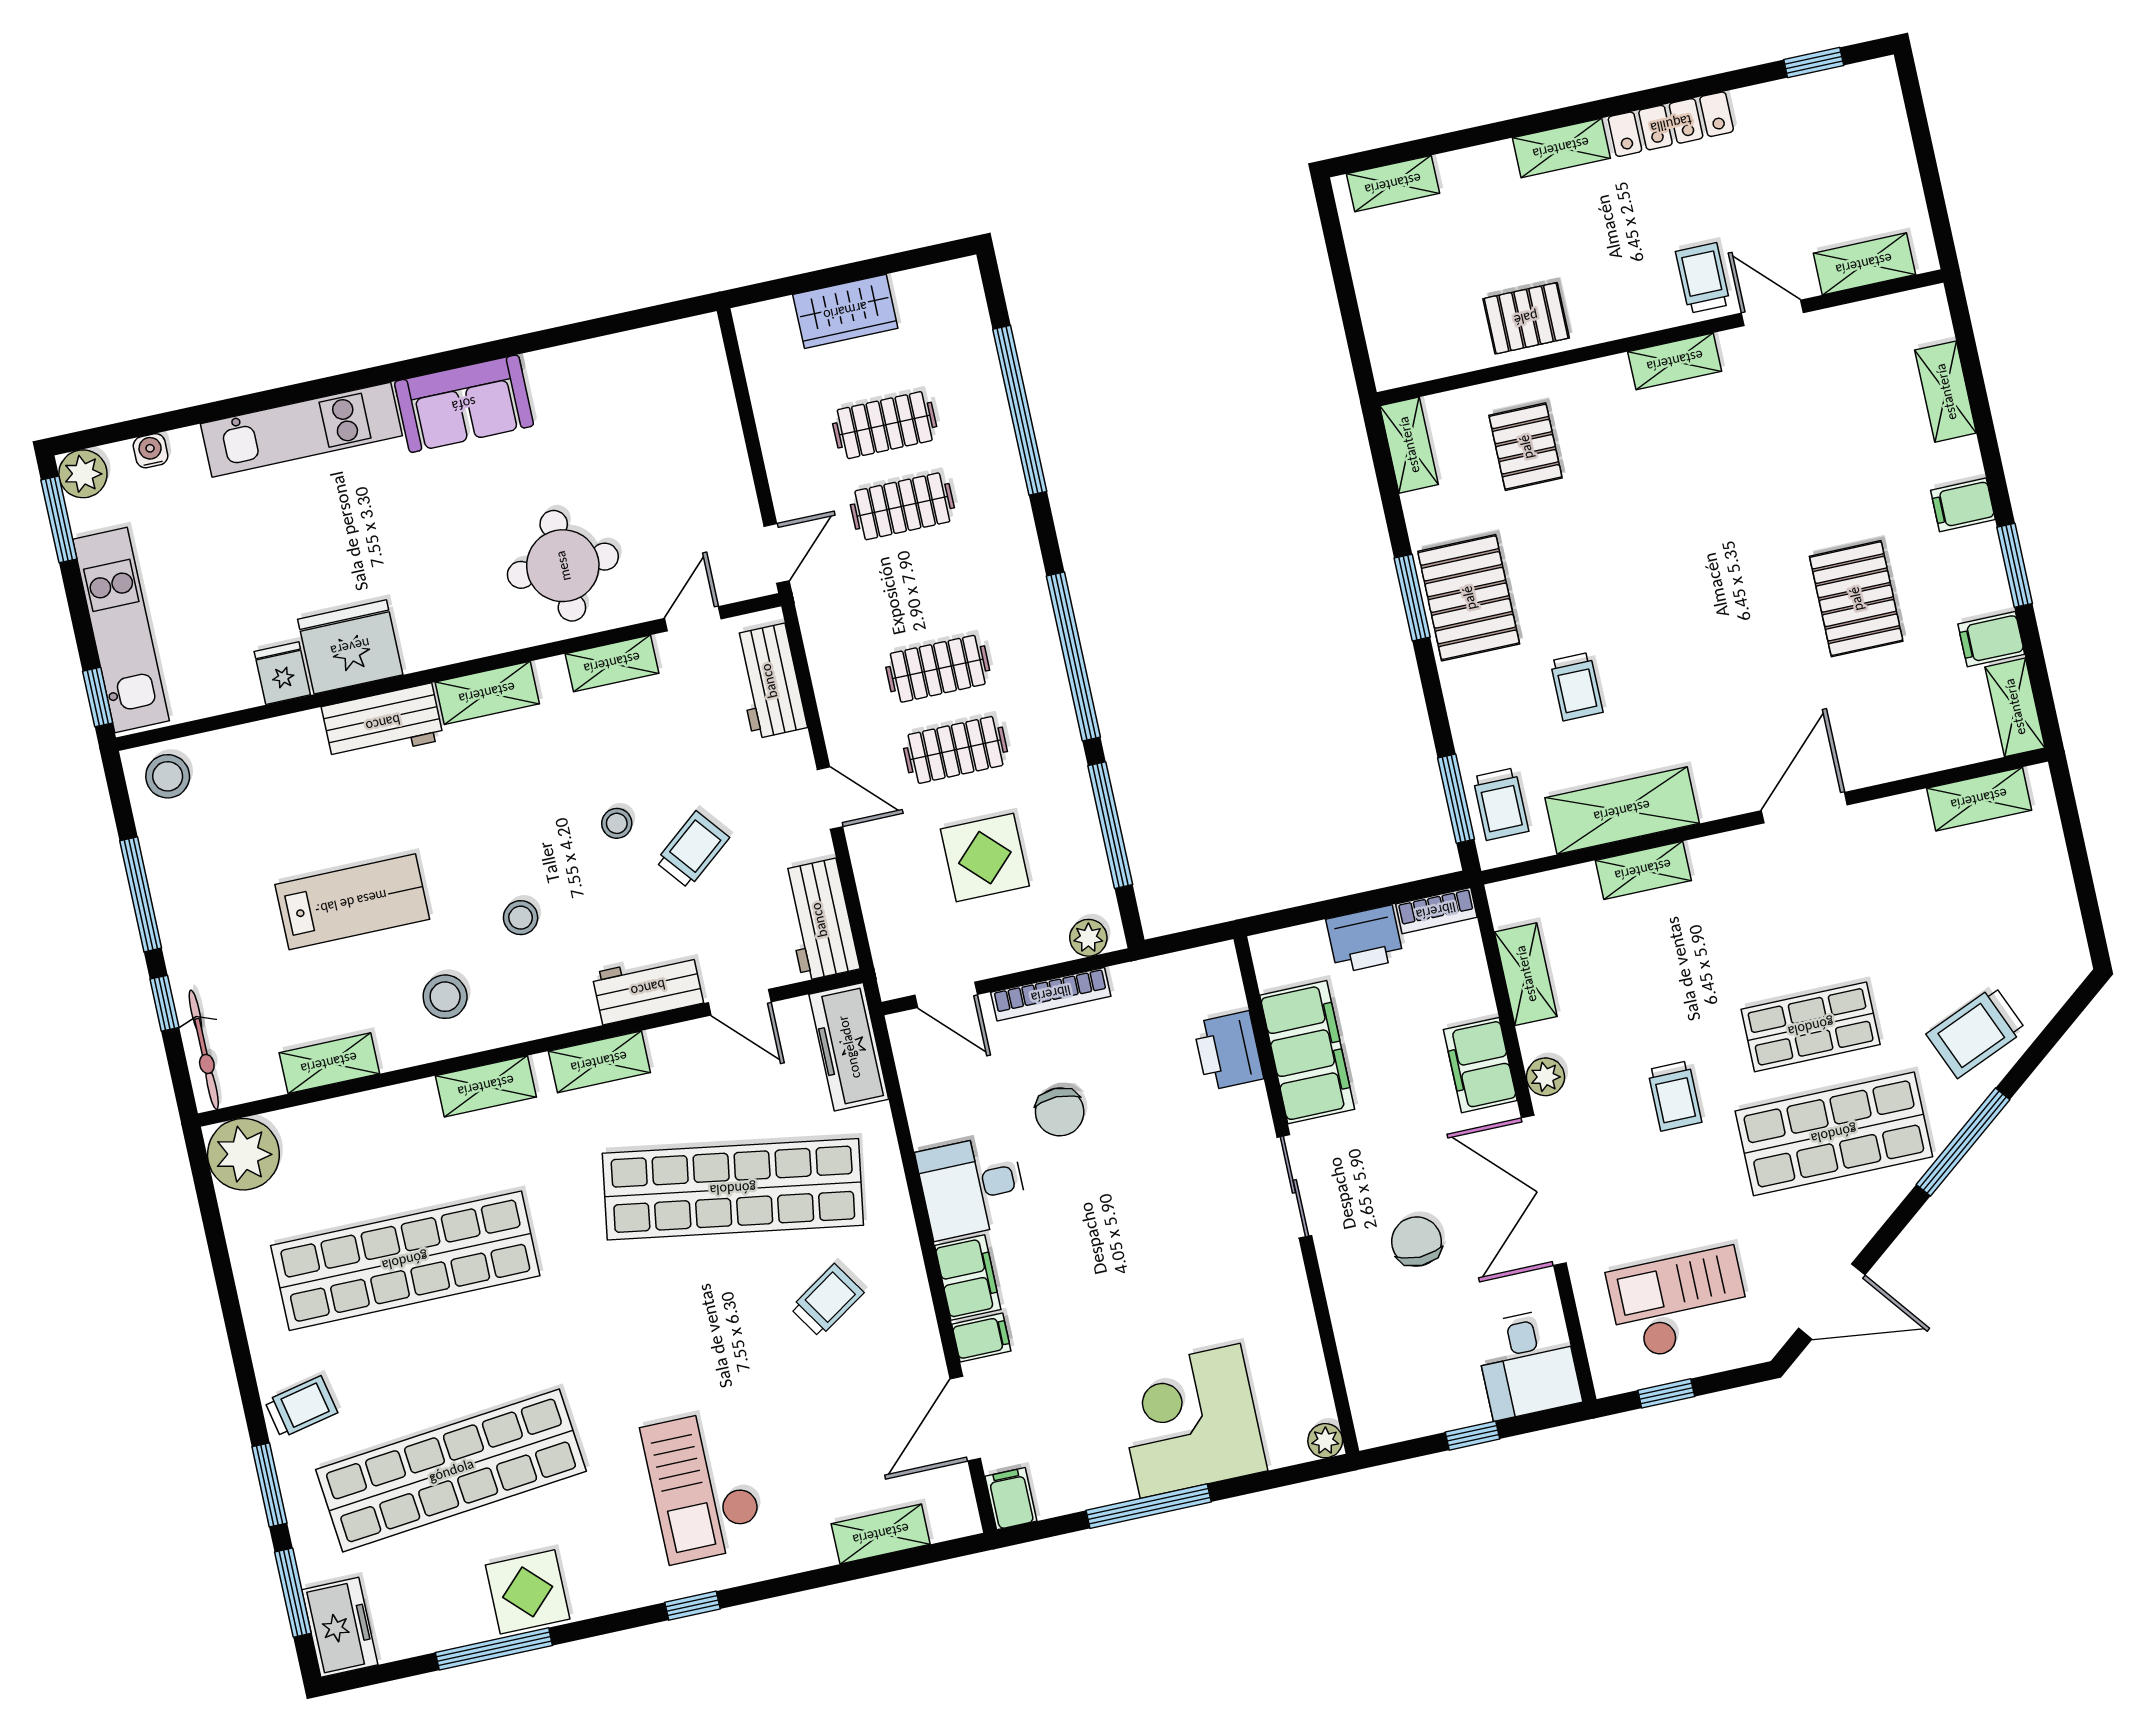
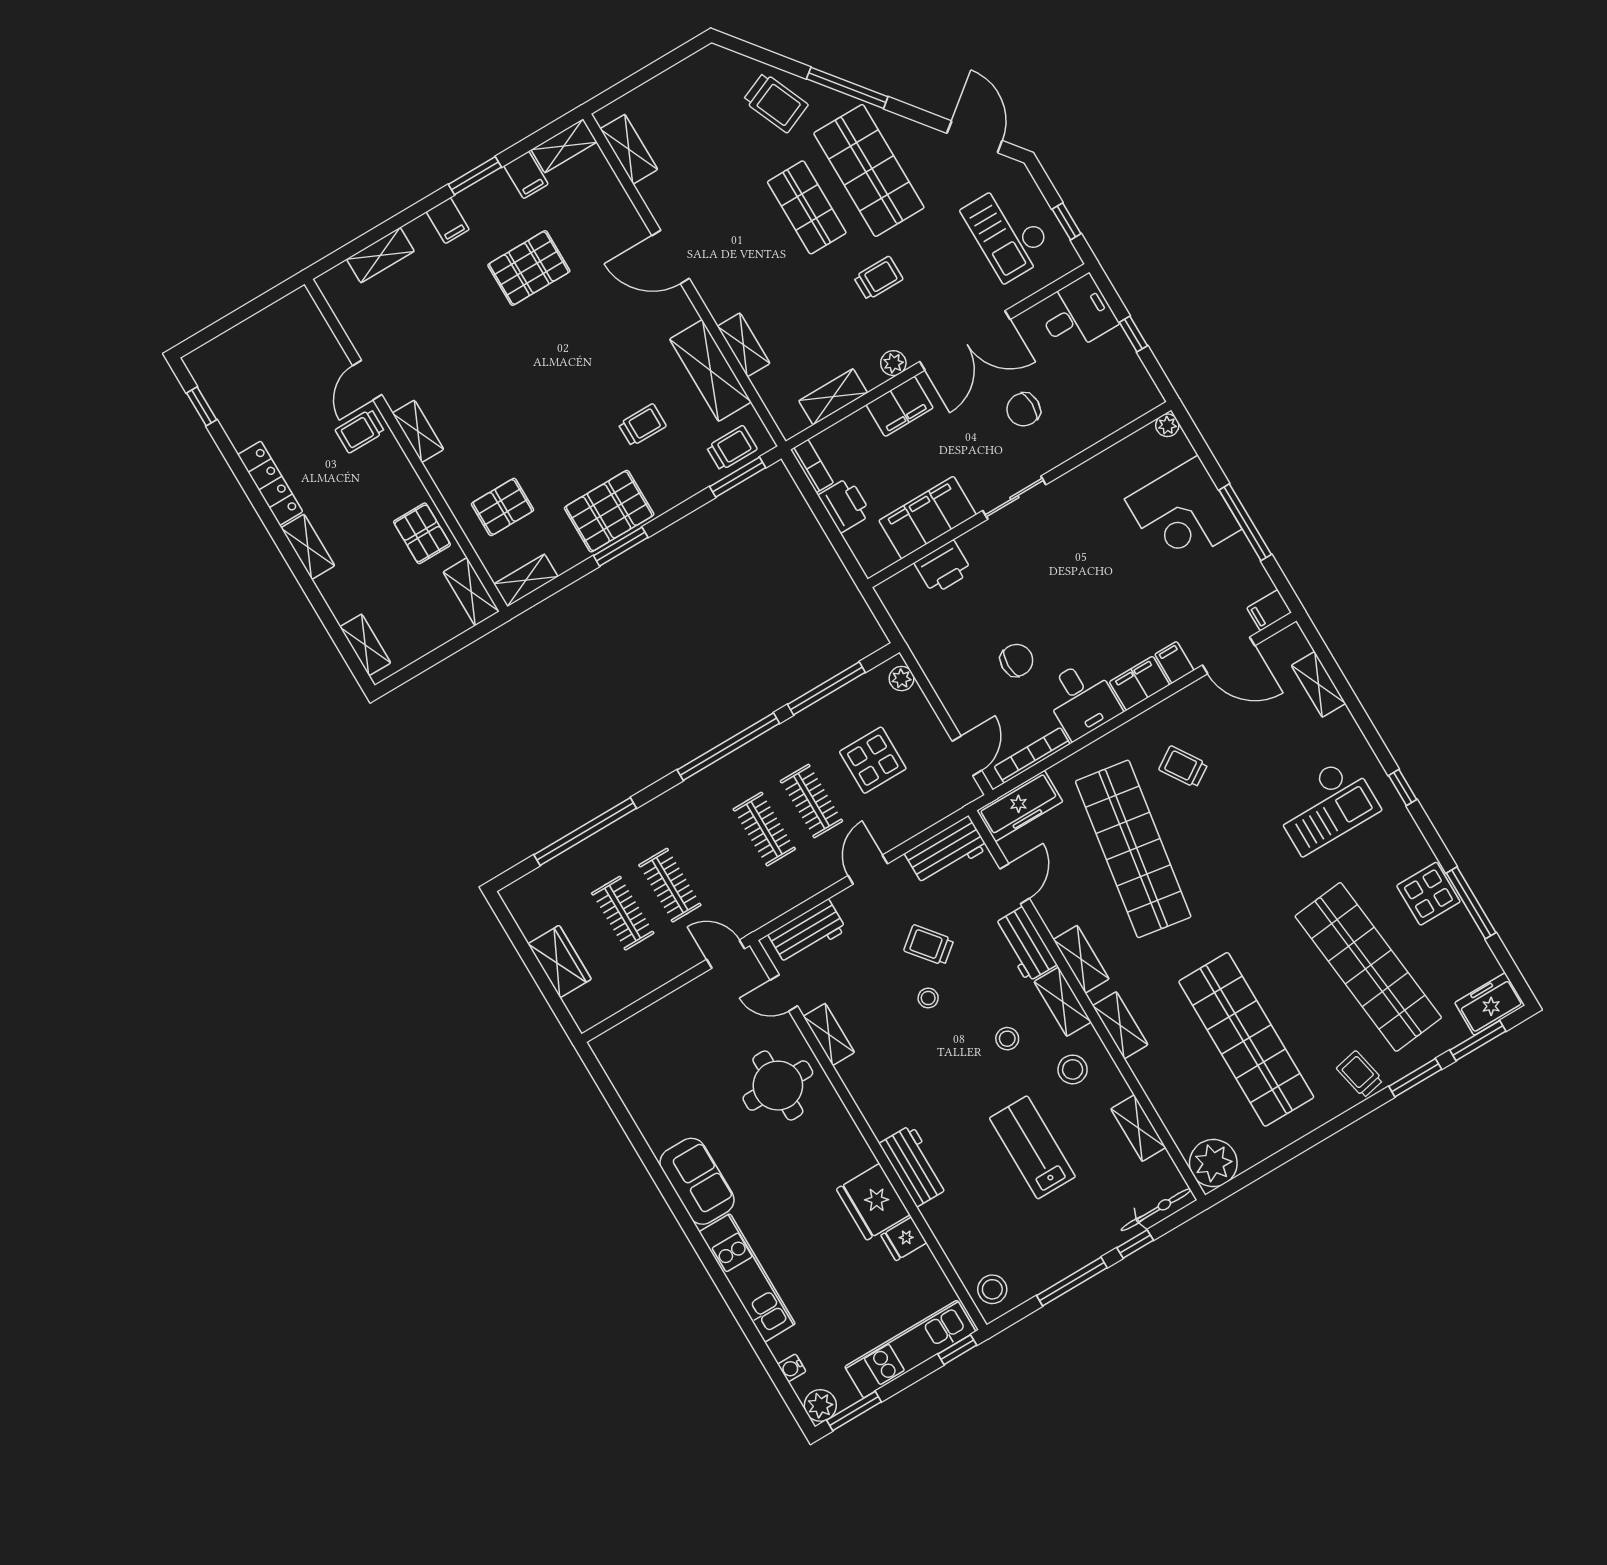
shelving: (1864, 264) -> (471, 592), moved
shelving: (487, 693) -> (1063, 1002), moved
bookcase: (1051, 994) -> (1032, 755), moved, turned -90

